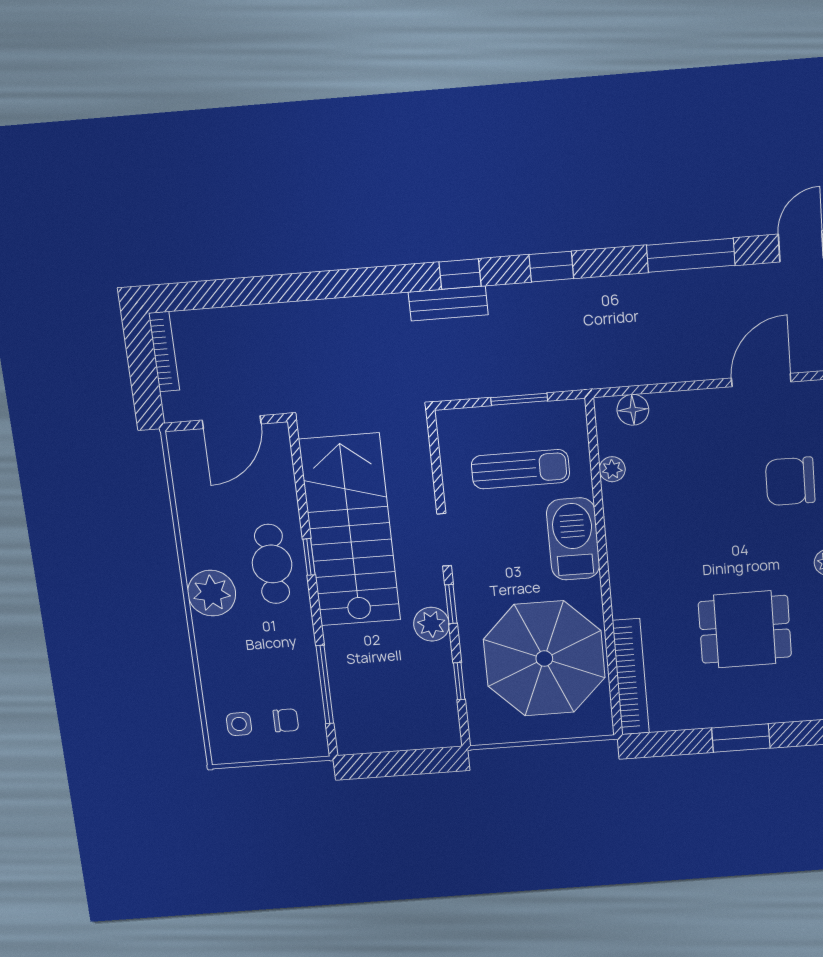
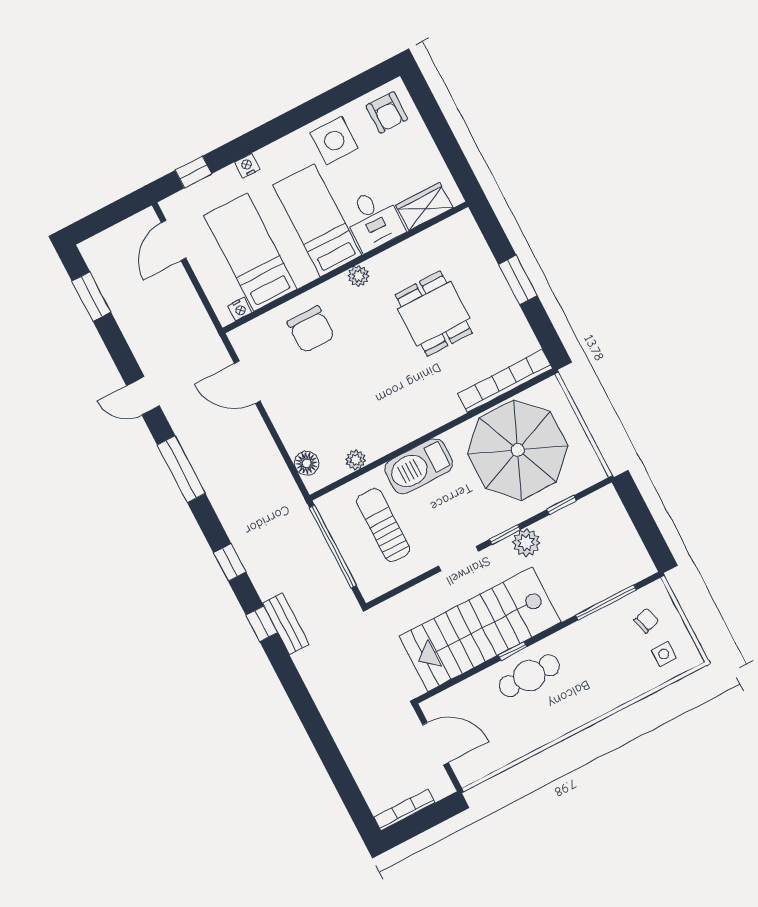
window: (519, 399) -> (333, 547), width x2.11
plant: (212, 593) -> (570, 711), removed
chair: (286, 720) -> (646, 621), turned 74

